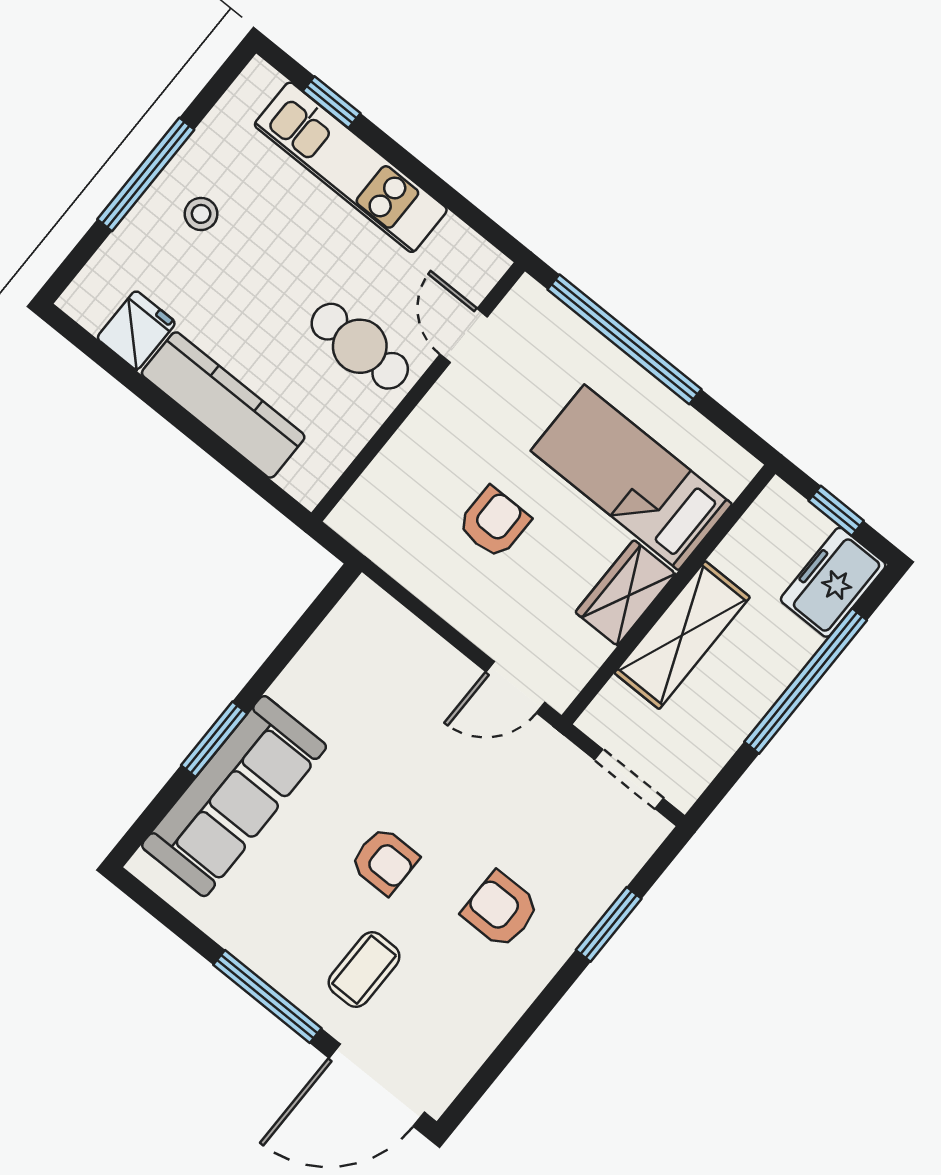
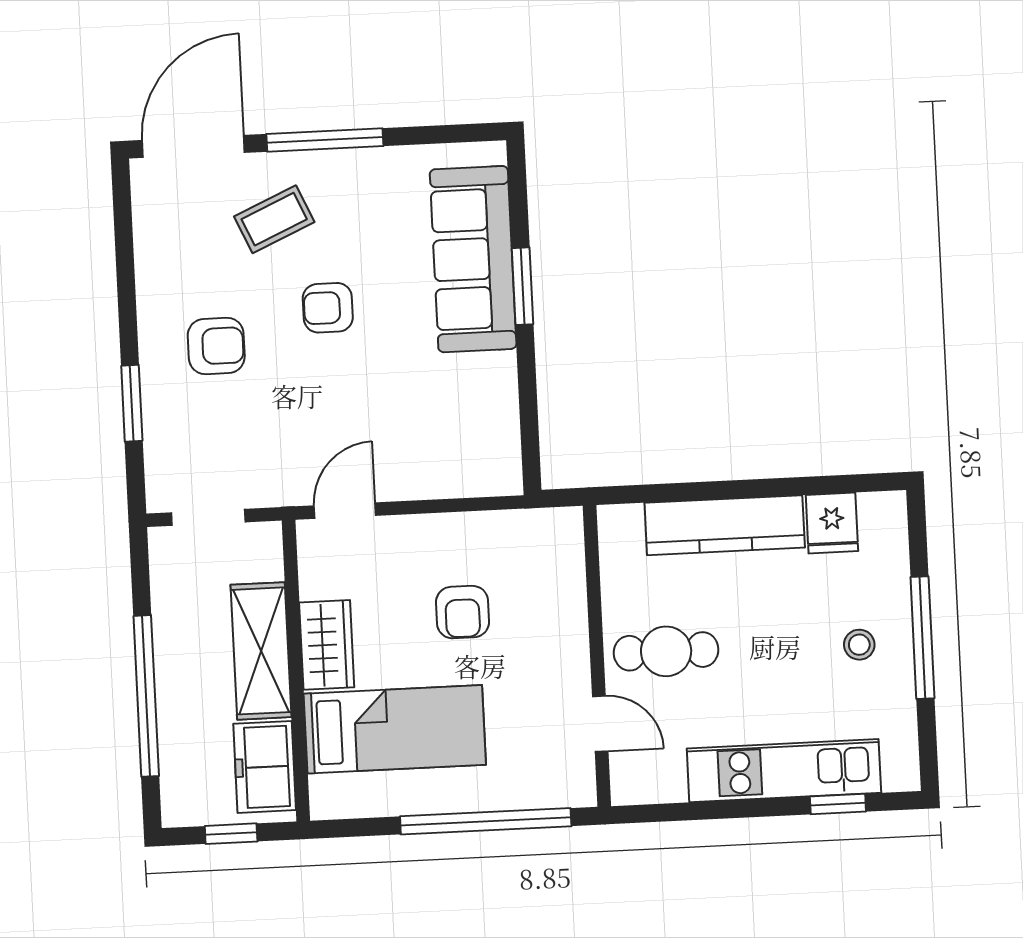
freezer: (833, 582) -> (265, 767), moved, turned 180
coffee table: (364, 970) -> (274, 219), turned 66

